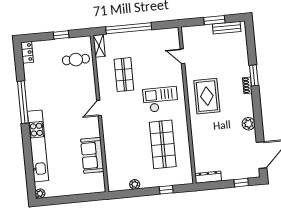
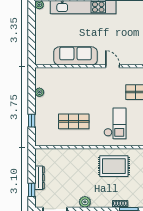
shop shelf: (163, 144) -> (74, 121), width x0.70, depth x0.74
sofa: (92, 155) -> (75, 56), width x1.36
dresser: (208, 177) -> (40, 178), moved

